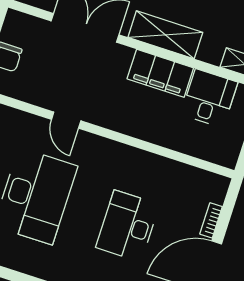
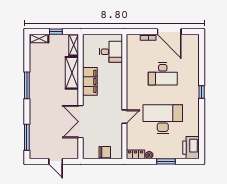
shelving: (165, 35) -> (72, 73), moved
desk: (209, 98) -> (111, 52), moved, turned 180

